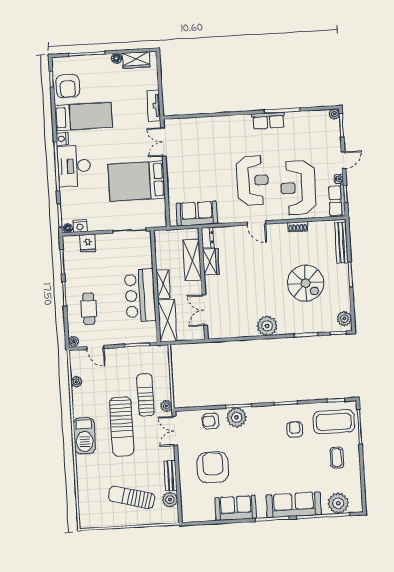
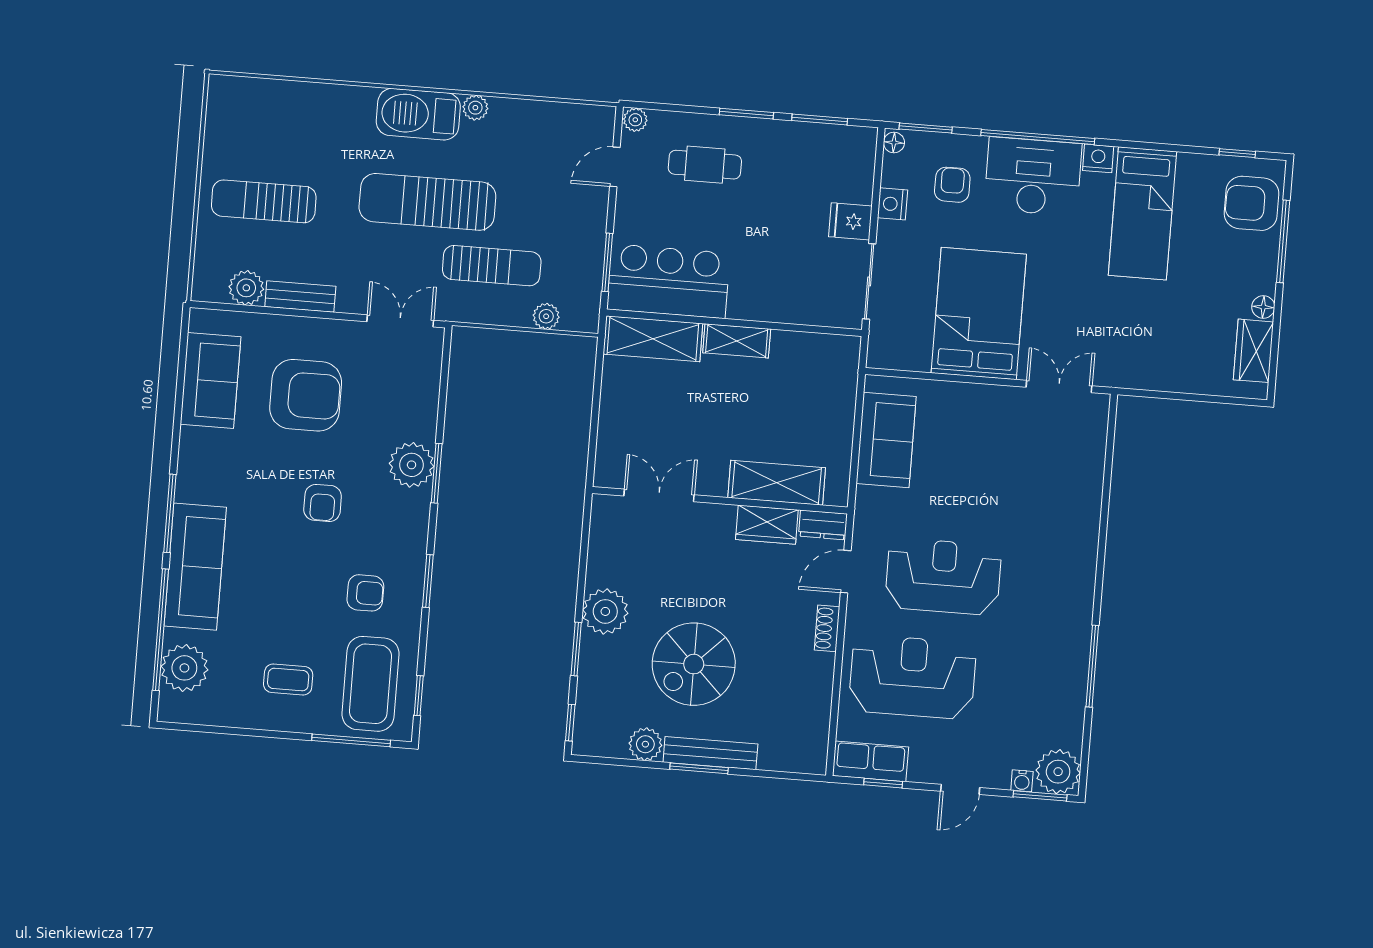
armchair: (68, 86) -> (1252, 203), moved
tv unit: (154, 106) -> (1144, 377), removed
plant: (334, 114) -> (1058, 772), width x1.88, depth x1.88
row of seats: (269, 121) -> (1074, 632), removed
door: (344, 160) -> (960, 789), hinge flipped
water cooler: (339, 179) -> (1022, 781), moved
reception desk: (253, 181) -> (943, 577), turned 180
armchair: (82, 200) -> (952, 185), added
nightstand: (80, 226) -> (892, 204), moved
shoe rack: (298, 227) -> (827, 628), moved
dresser: (208, 237) -> (823, 525), moved
fridge: (88, 243) -> (850, 221), moved
bench: (341, 243) -> (710, 753), moved
shelving: (192, 260) -> (777, 483), moved
wardrobe: (211, 262) -> (767, 525), moved
wall: (203, 284) -> (720, 500), moved
bar counter: (140, 295) -> (668, 281), moved
double door: (205, 310) -> (659, 495), moved
plant: (344, 319) -> (645, 744), moved
plant: (267, 326) -> (605, 611), moved
plant: (76, 382) -> (475, 108), moved
plant: (166, 406) -> (546, 316), moved
armchair: (211, 421) -> (323, 503), moved, turned 180
sun lounger: (132, 497) -> (264, 201), turned -104
sofa: (236, 508) -> (211, 381), moved

